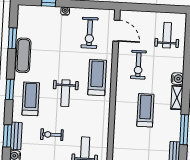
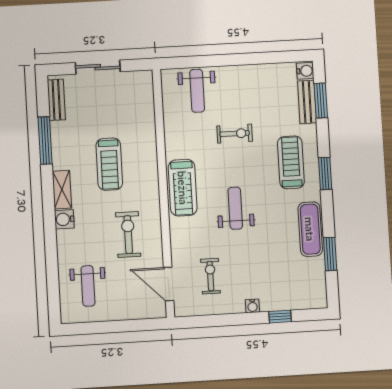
exercise bike: (90, 33) -> (210, 276), width x0.73, depth x0.72
treadmill: (97, 77) -> (183, 188), moved
weight bench: (65, 93) -> (235, 208), moved
treadmill: (31, 99) -> (291, 162), turned 180
exercise bike: (52, 135) -> (235, 134), moved

